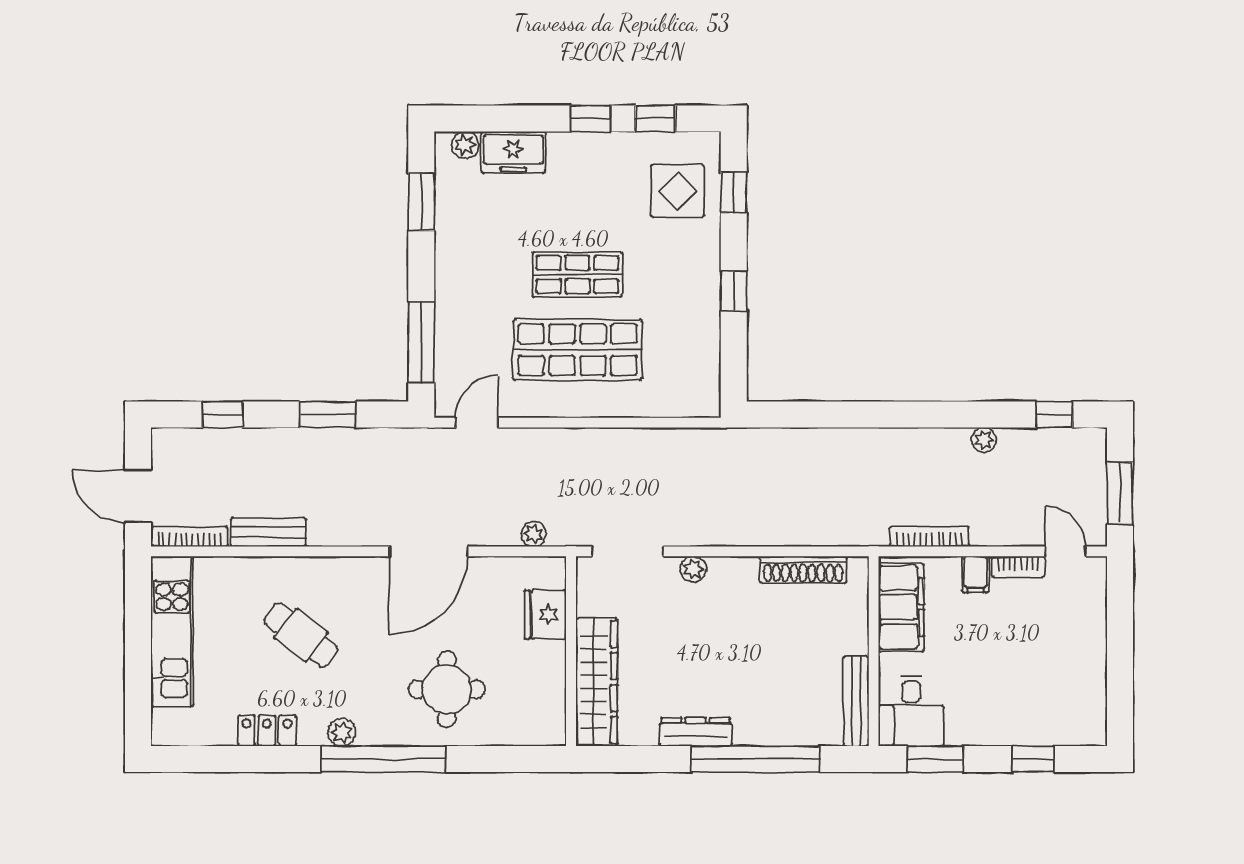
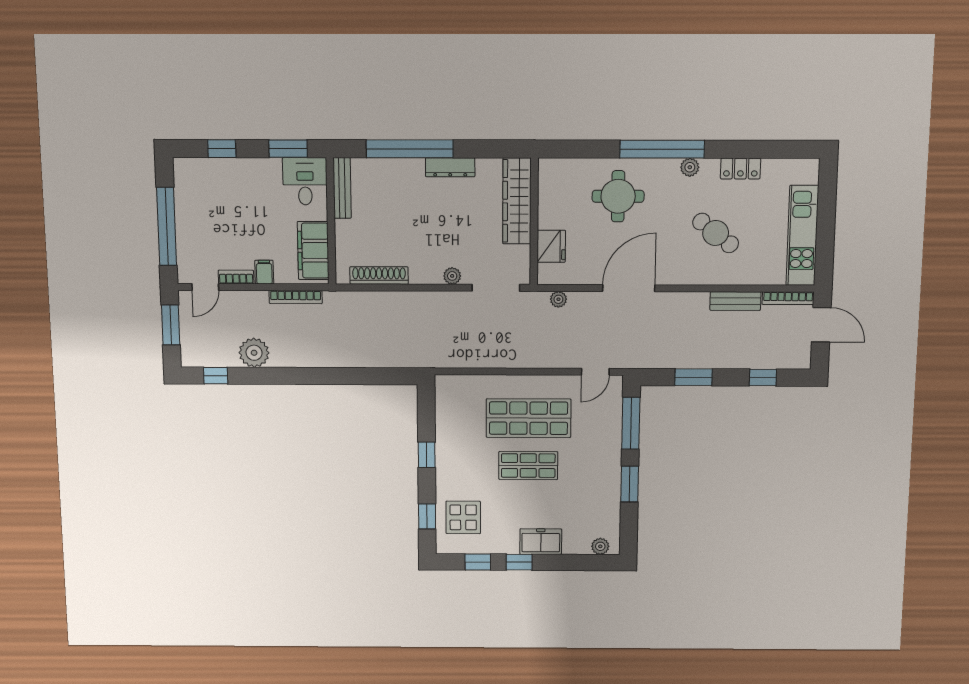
freezer: (513, 152) -> (541, 542), moved
window: (421, 202) -> (630, 484), moved
plant: (984, 440) -> (254, 353), width x1.88, depth x1.88
door: (1065, 551) -> (205, 287), hinge flipped
window: (1120, 643) -> (167, 226), added

